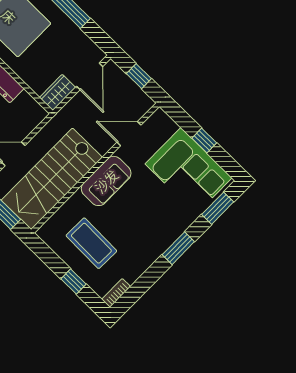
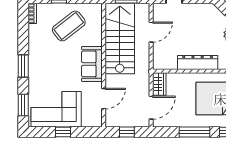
door: (90, 76) -> (151, 108), swing flipped
coffee table: (91, 243) -> (69, 26), turned -39

